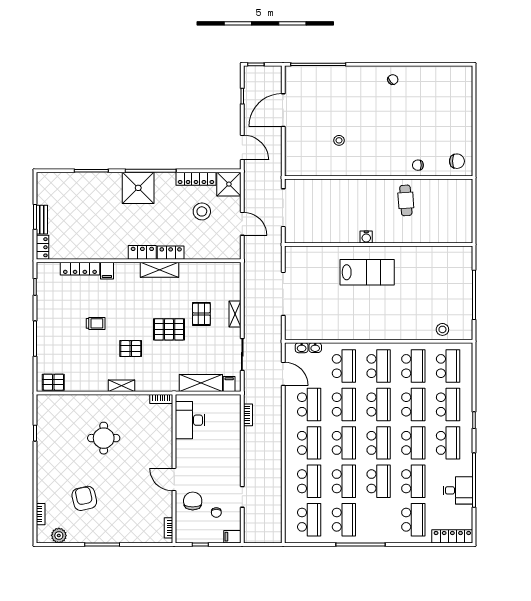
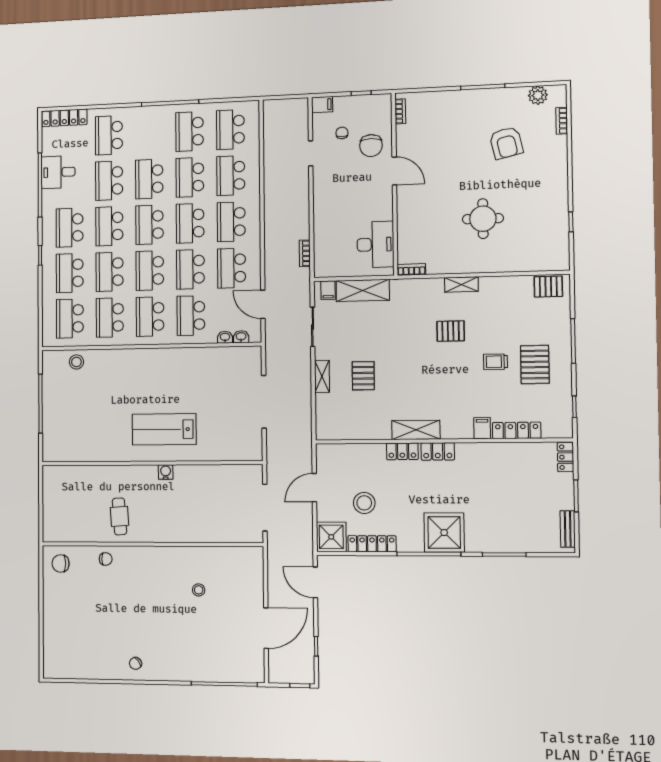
bench: (42, 220) -> (568, 529), moved
door: (242, 224) -> (314, 488), hinge flipped
pallet: (169, 329) -> (535, 365), moved, turned 90

